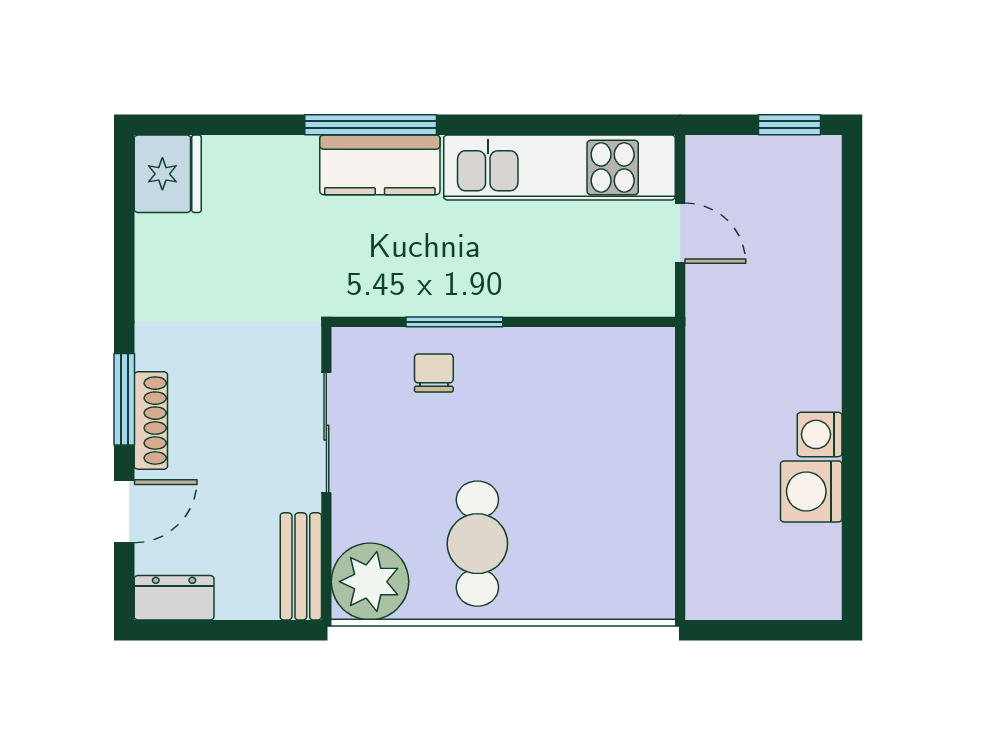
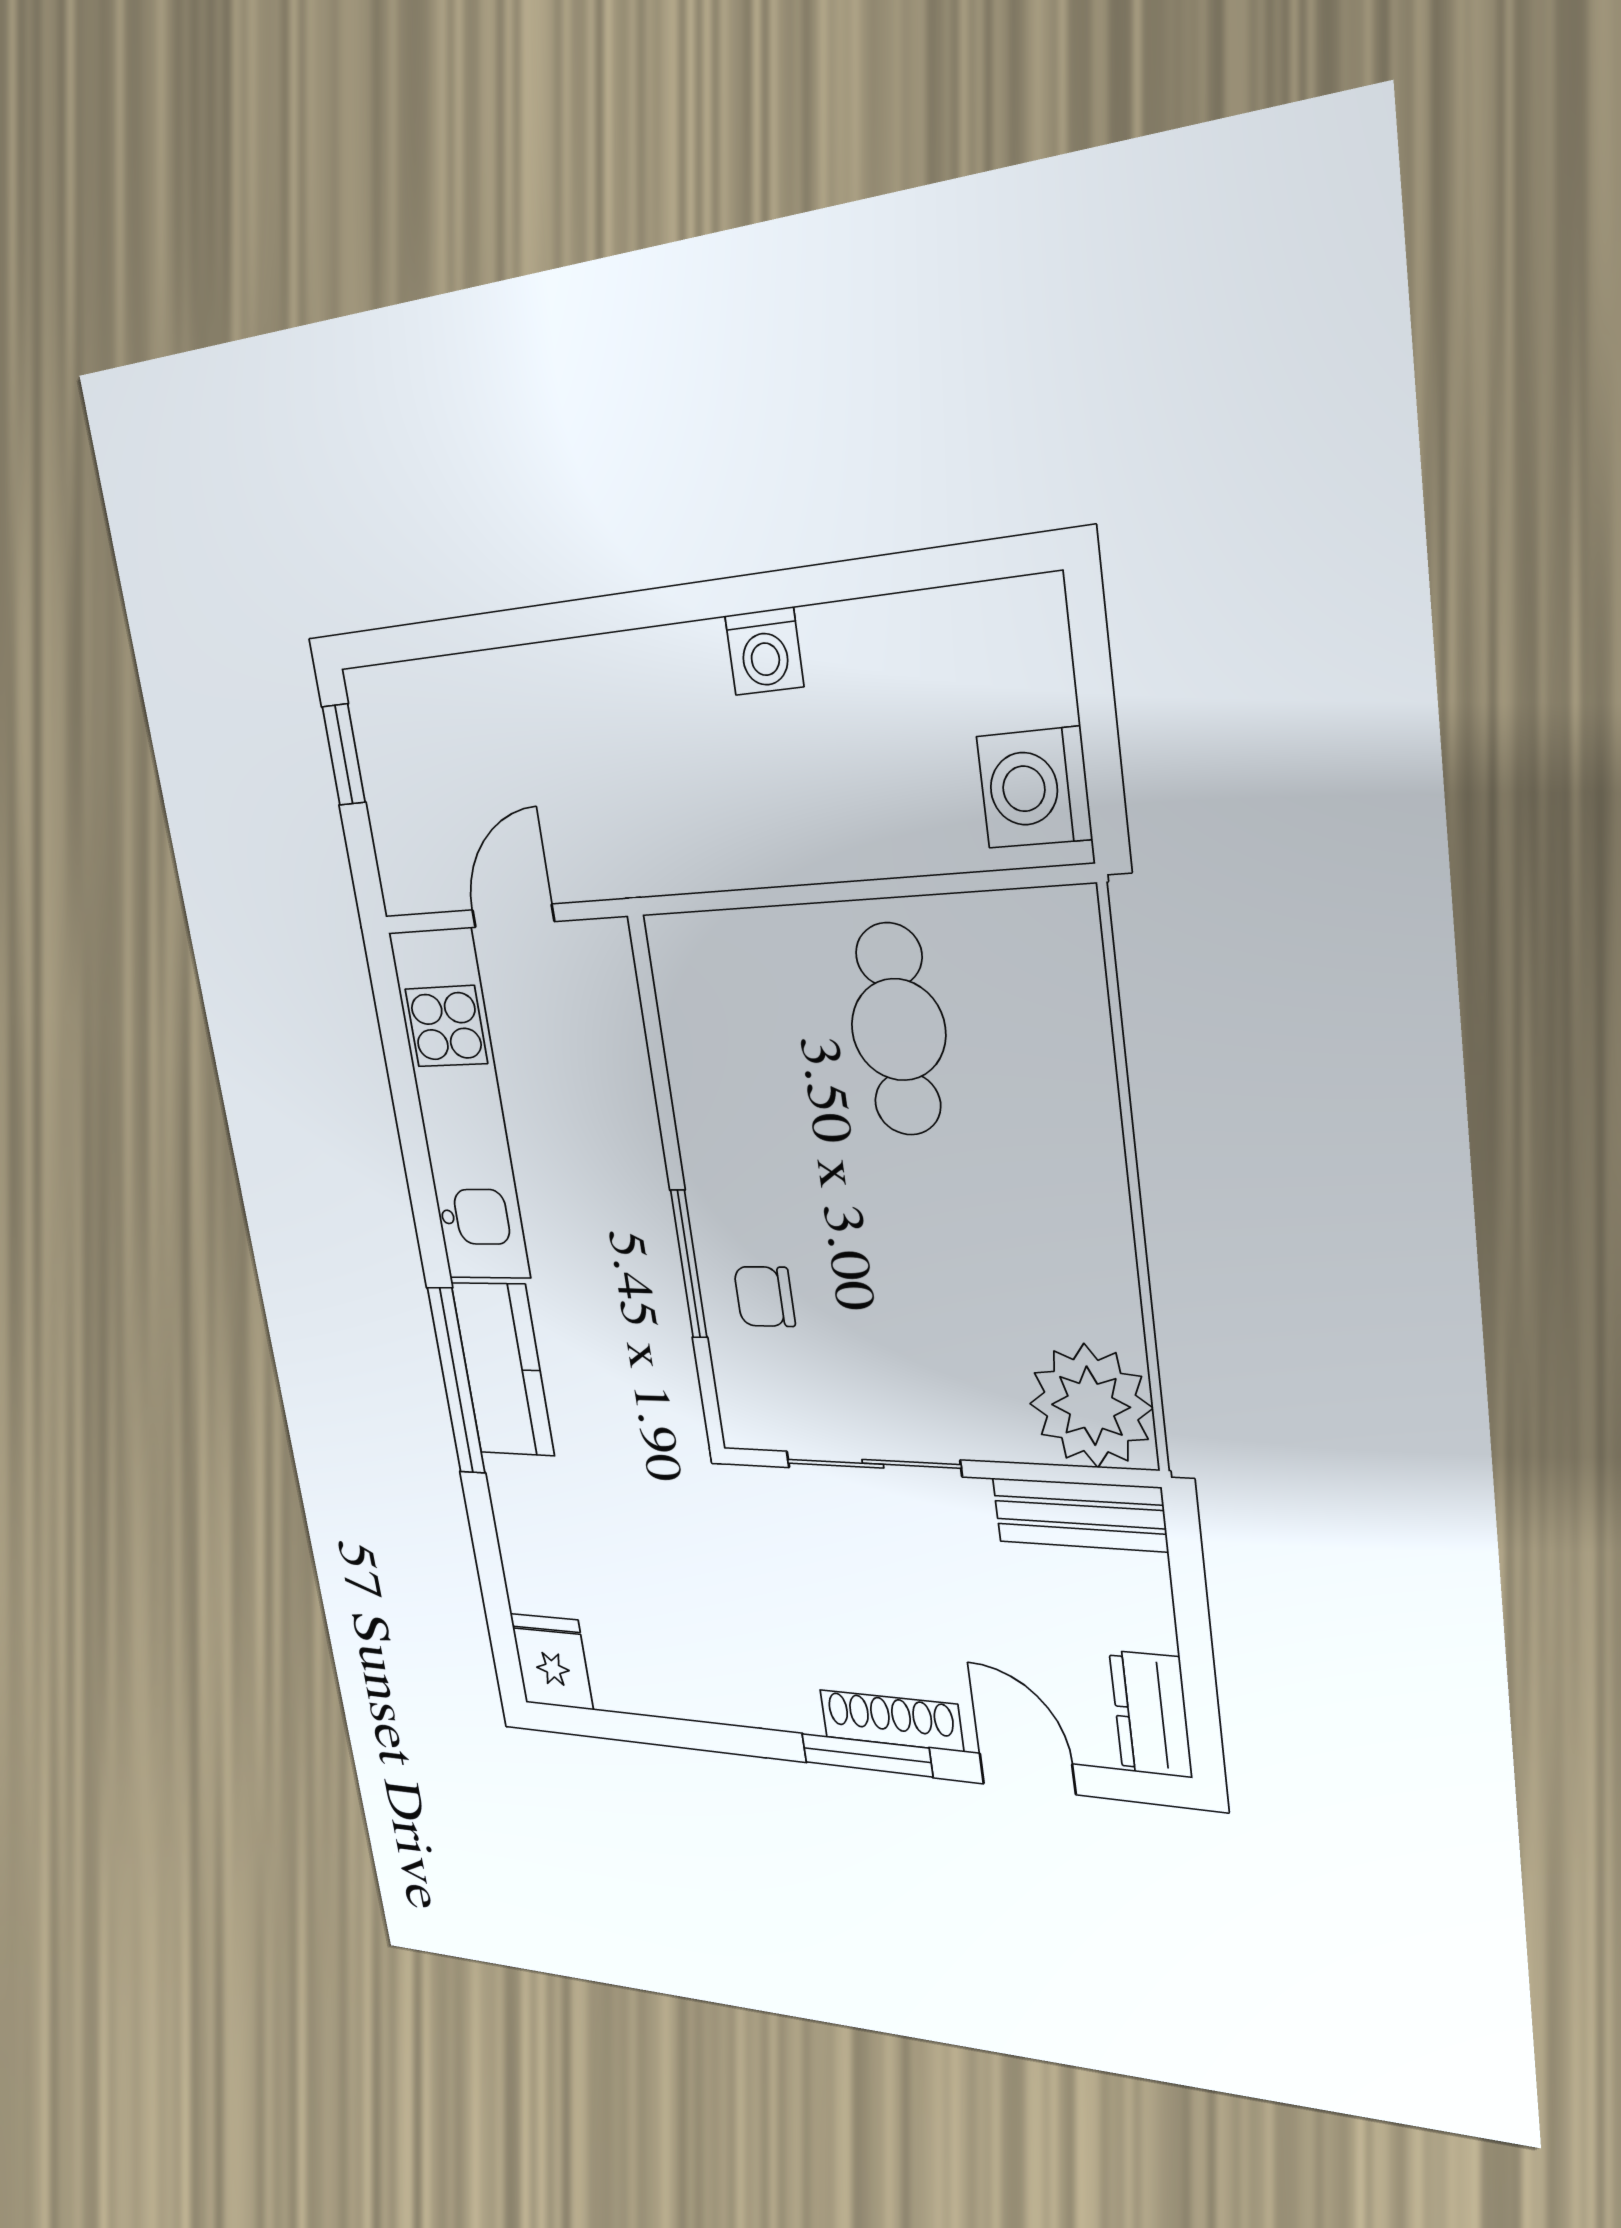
fridge: (168, 174) -> (552, 1662), width x0.72
washing machine: (811, 491) -> (1034, 788), moved, turned 90
cafe table: (477, 544) -> (898, 1030), moved, turned 90

